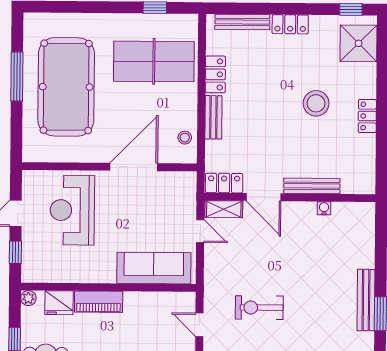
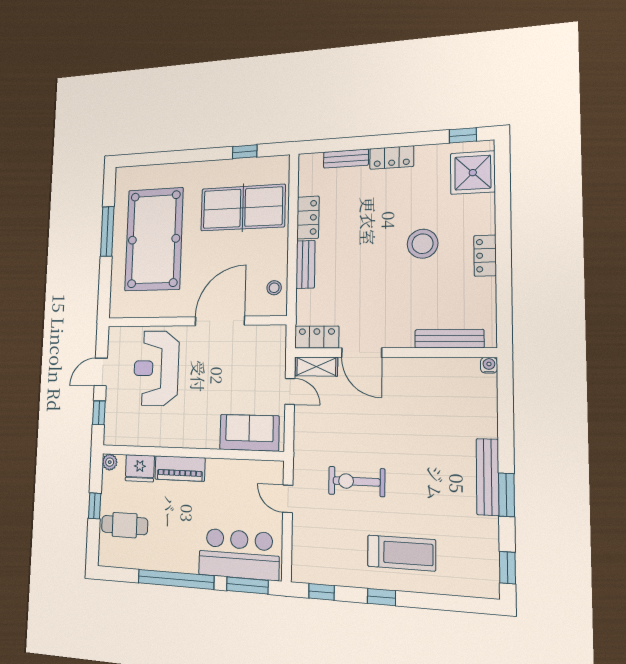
bench: (242, 22) -> (346, 159), width x0.73
bench: (312, 186) -> (449, 339), moved
water cooler: (324, 208) -> (489, 365), moved
sofa: (154, 268) -> (249, 433), width x0.73

